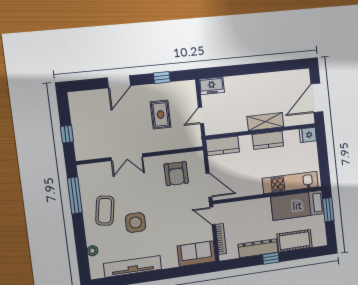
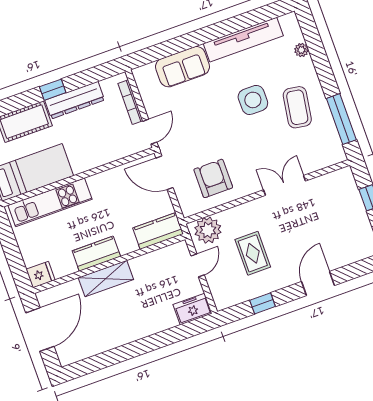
plant: (188, 138) -> (208, 230), added
door: (212, 216) -> (150, 132), hinge flipped
sofa: (196, 254) -> (183, 67), moved

